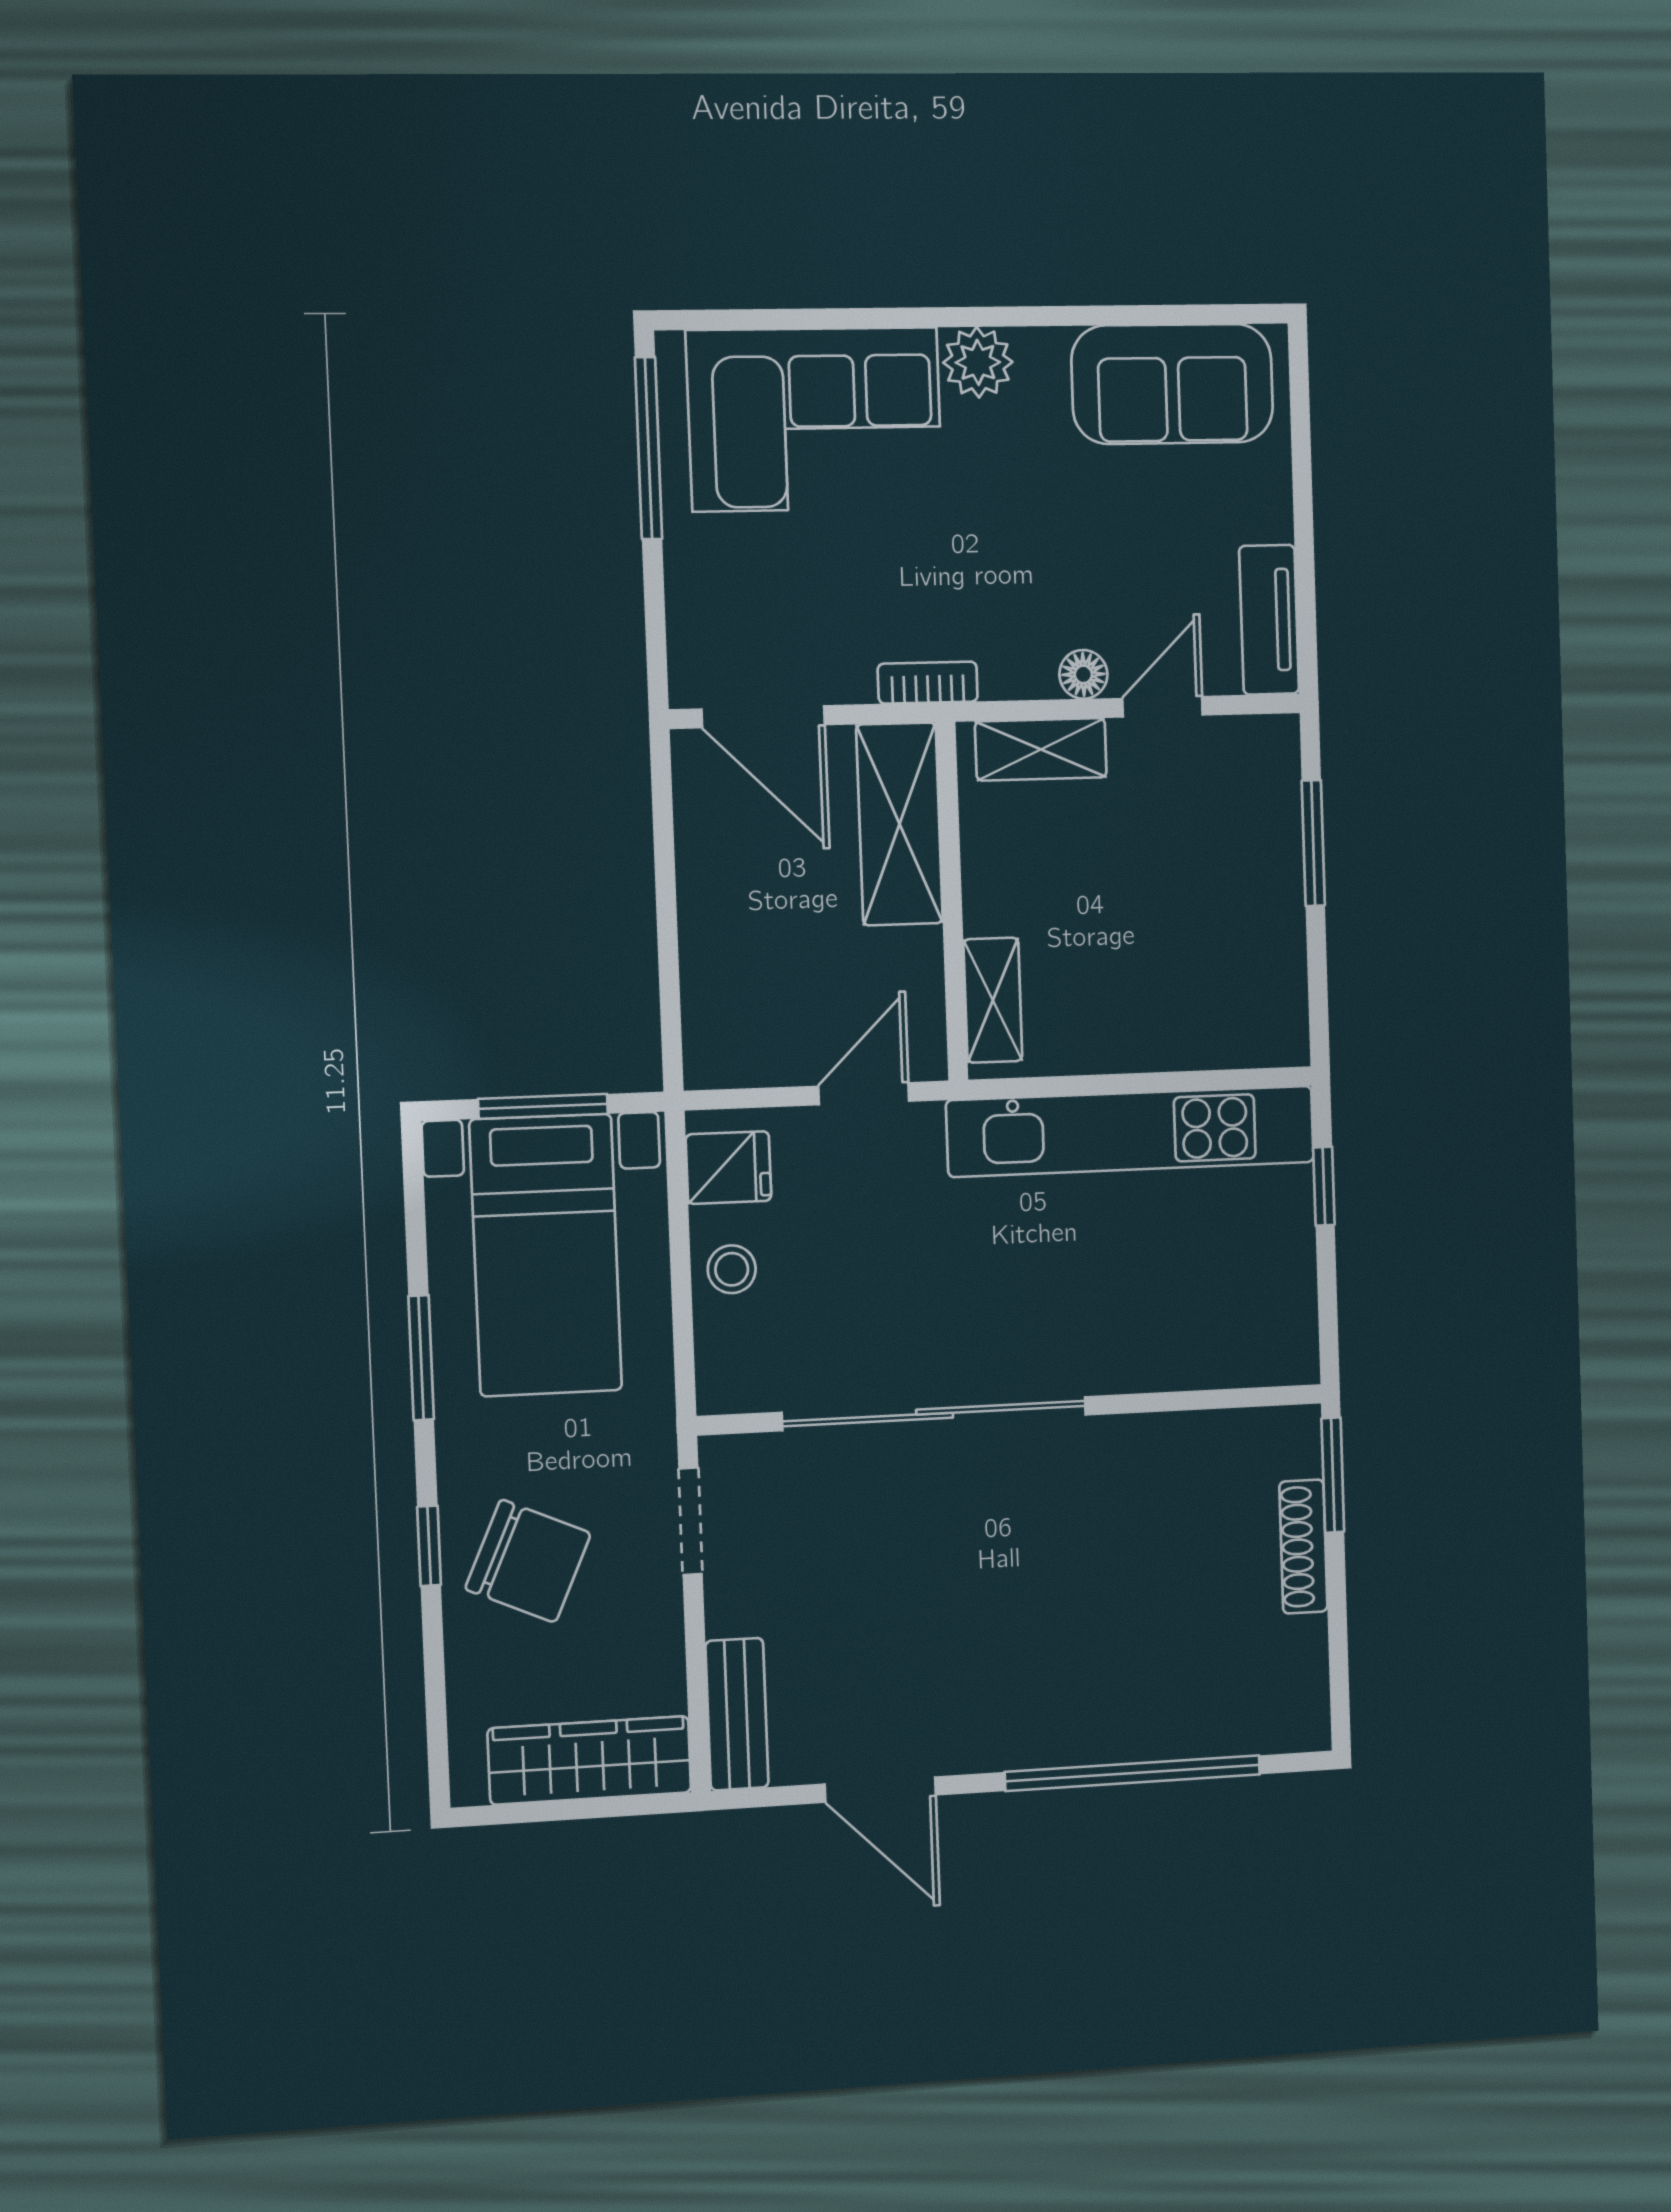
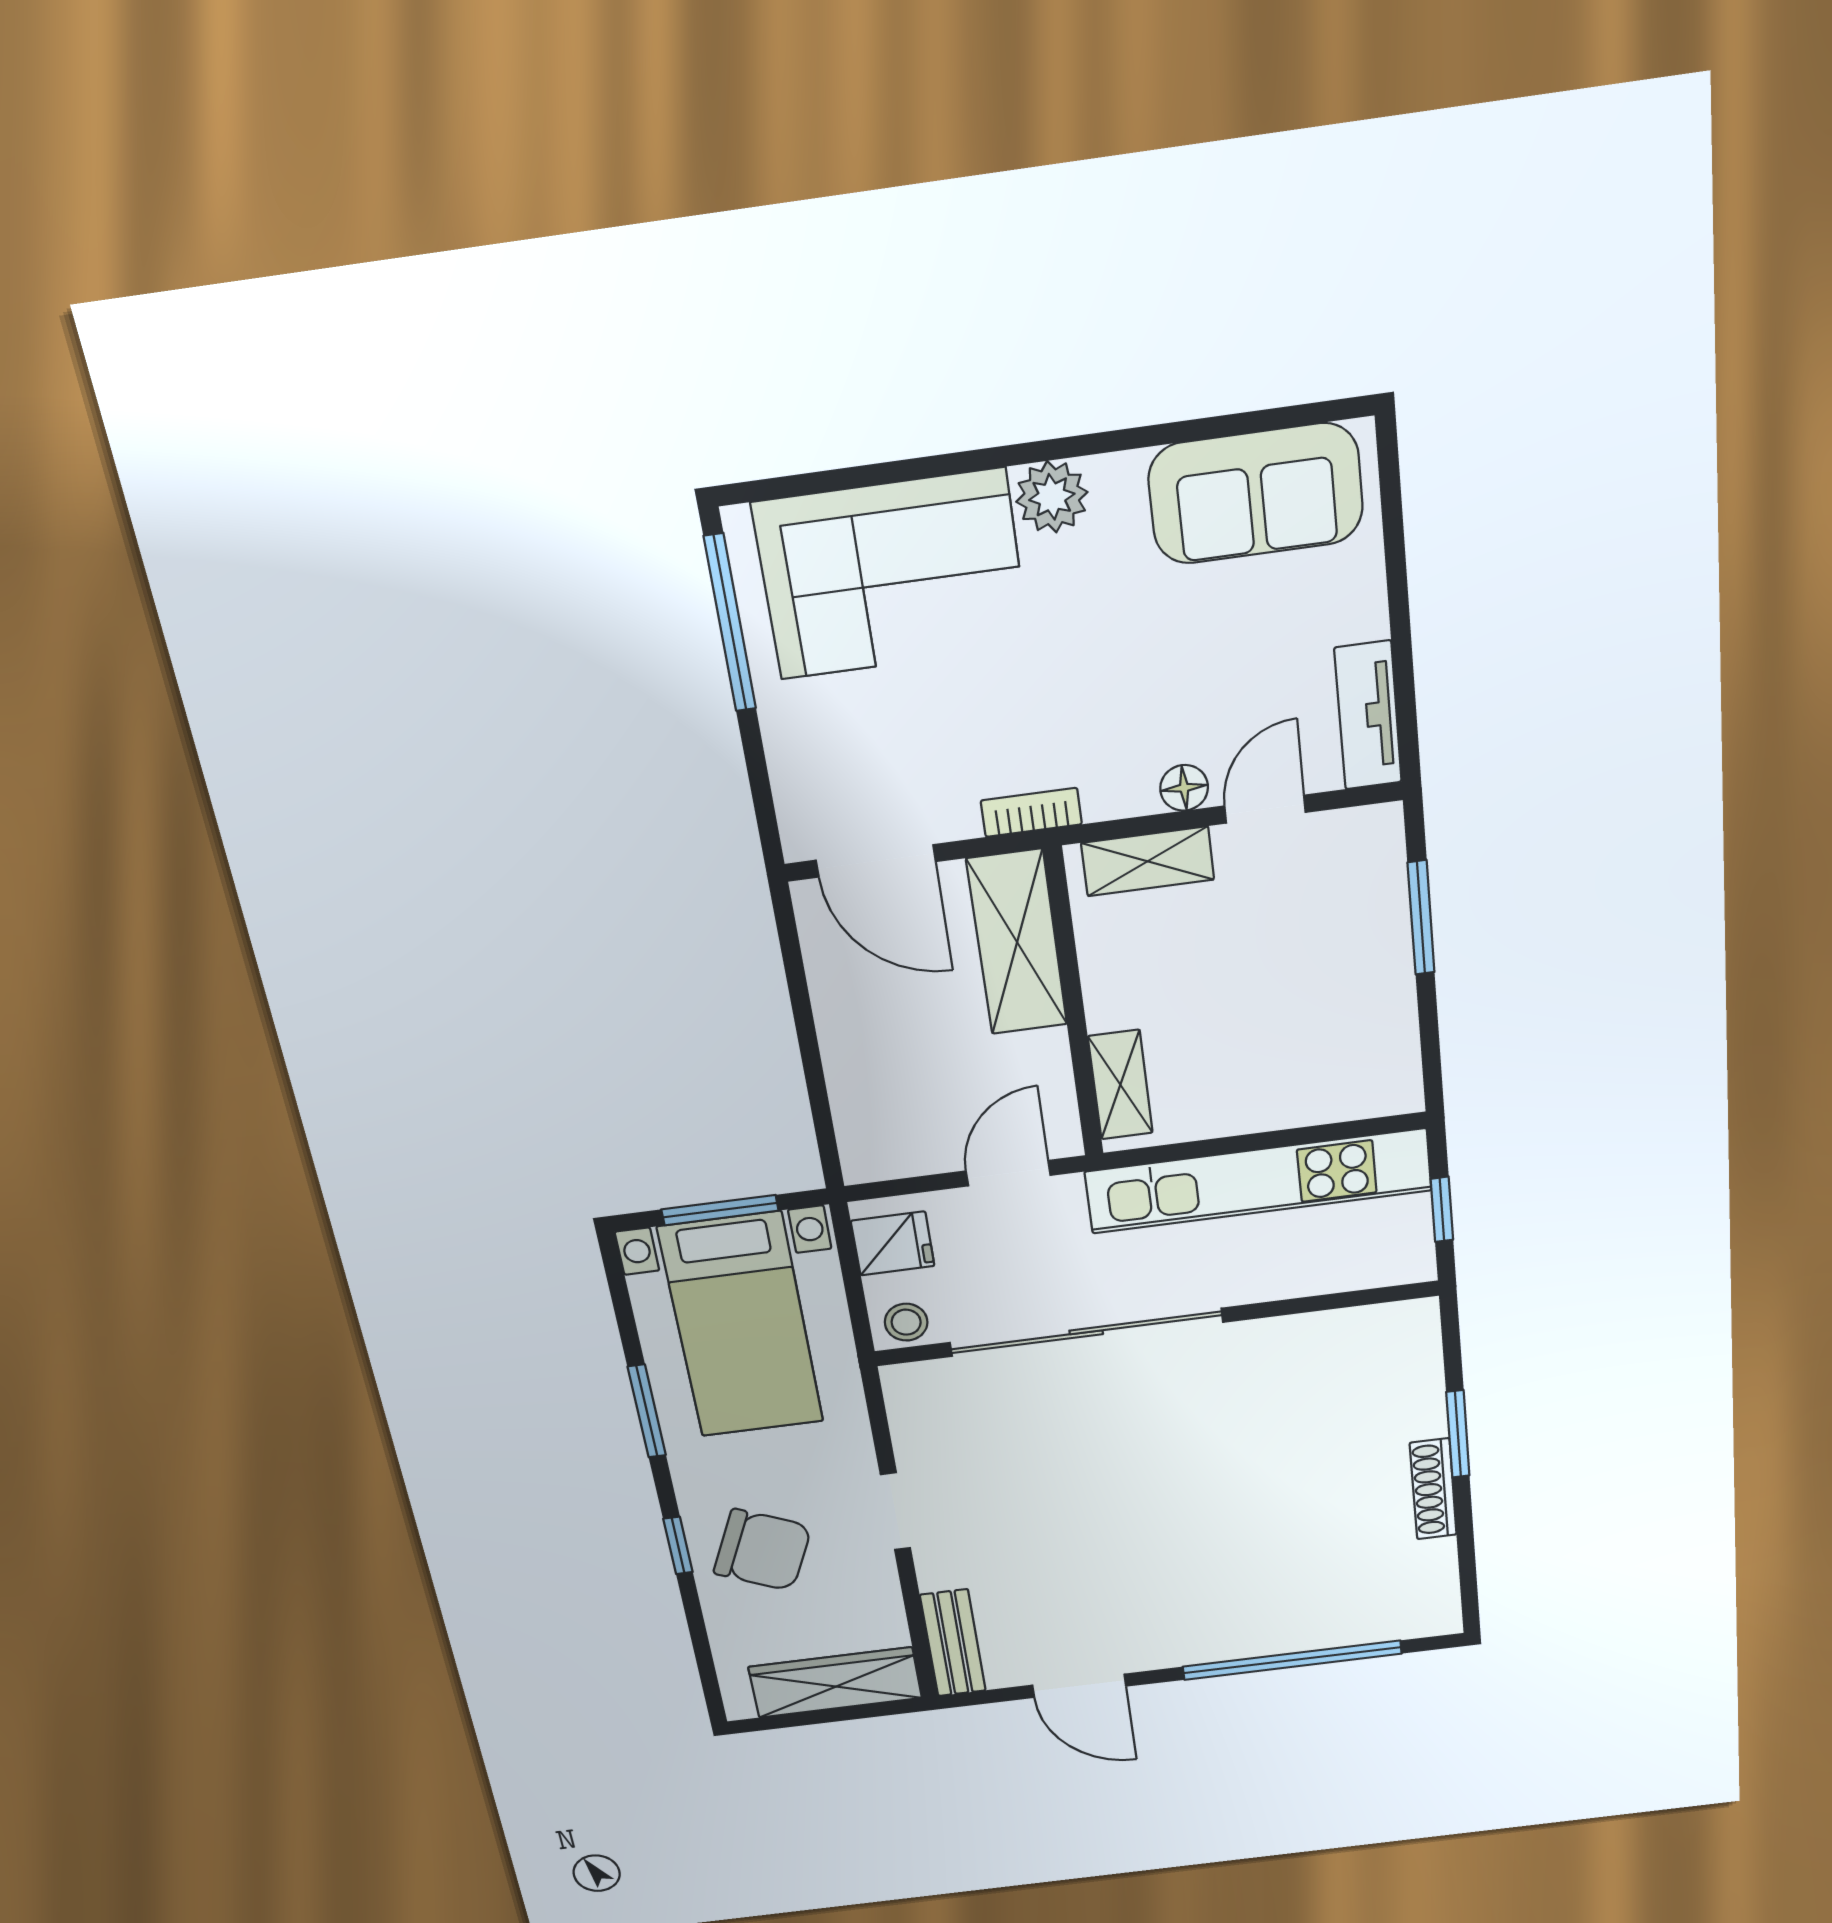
wall: (1012, 1410) -> (1156, 1324), moved
sliding door: (935, 1414) -> (1086, 1332), moved

